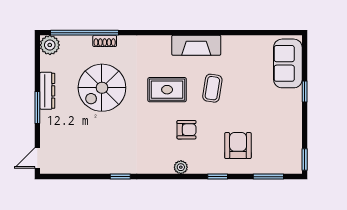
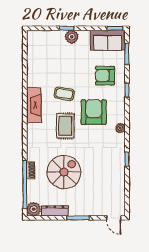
sofa: (288, 63) -> (108, 40), moved
spiral stairs: (102, 88) -> (64, 172), turned -90
dresser: (47, 91) -> (55, 211), moved
plant: (293, 99) -> (72, 37), added
armchair: (186, 130) -> (94, 112), width x1.88, depth x1.88
plant: (181, 167) -> (120, 128), moved

